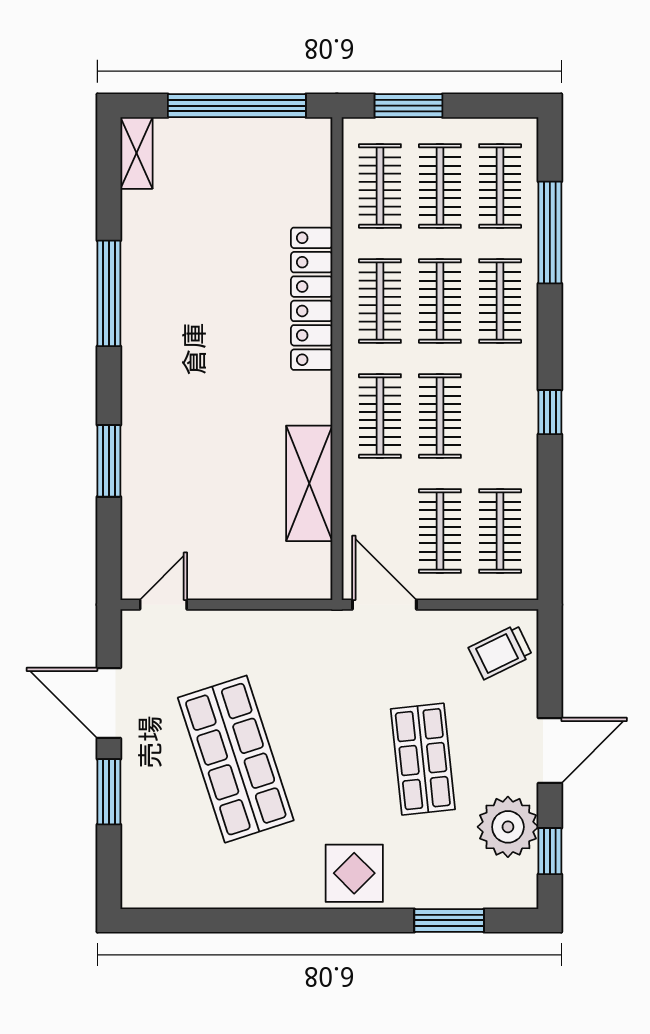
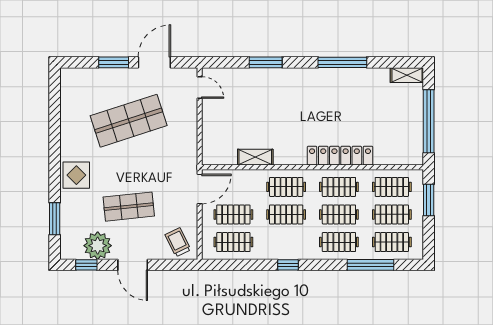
shelving: (309, 483) -> (255, 157), width x0.67, depth x0.75

